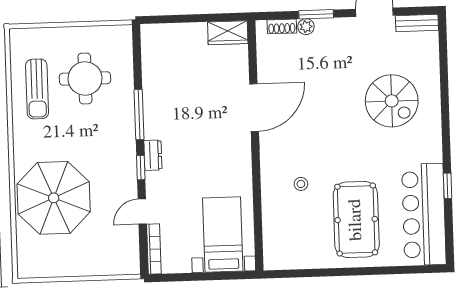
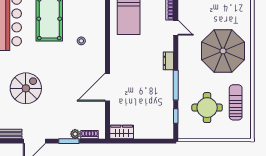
spiral stairs: (392, 101) -> (26, 88), turned 90
window: (141, 168) -> (176, 116), moved
parasol: (54, 198) -> (223, 51), moved
door: (142, 212) -> (176, 28), hinge flipped

